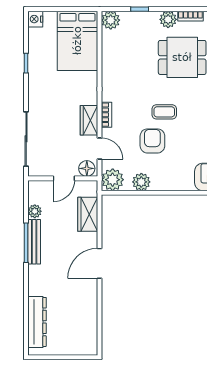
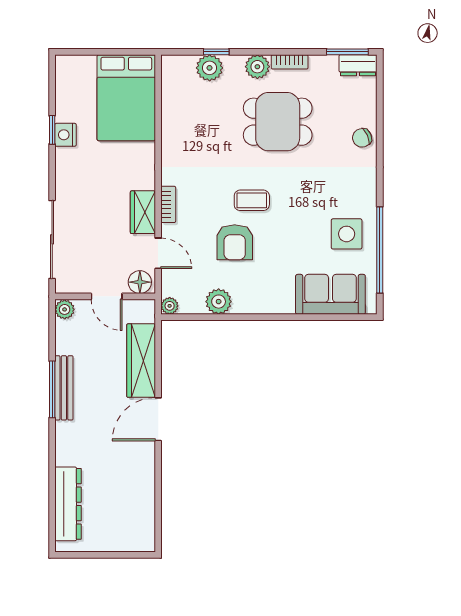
nightstand: (35, 19) -> (65, 135), moved
plant: (111, 20) -> (210, 68), moved
armchair: (152, 141) -> (235, 242), turned 180
door: (64, 178) -> (107, 296), hinge flipped
plant: (113, 180) -> (170, 306), width x0.53, depth x0.53
plant: (35, 211) -> (65, 309), moved
wardrobe: (88, 214) -> (141, 361), width x1.50

